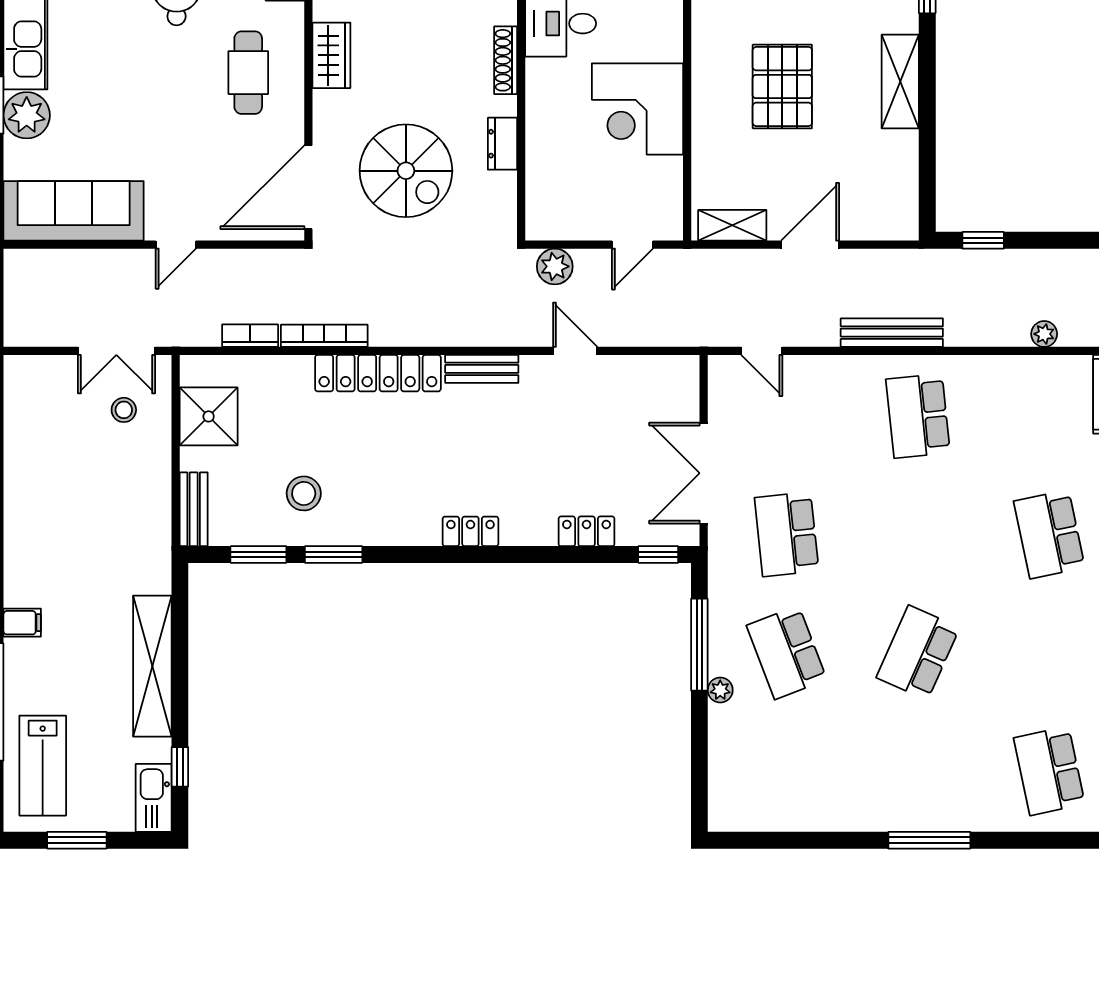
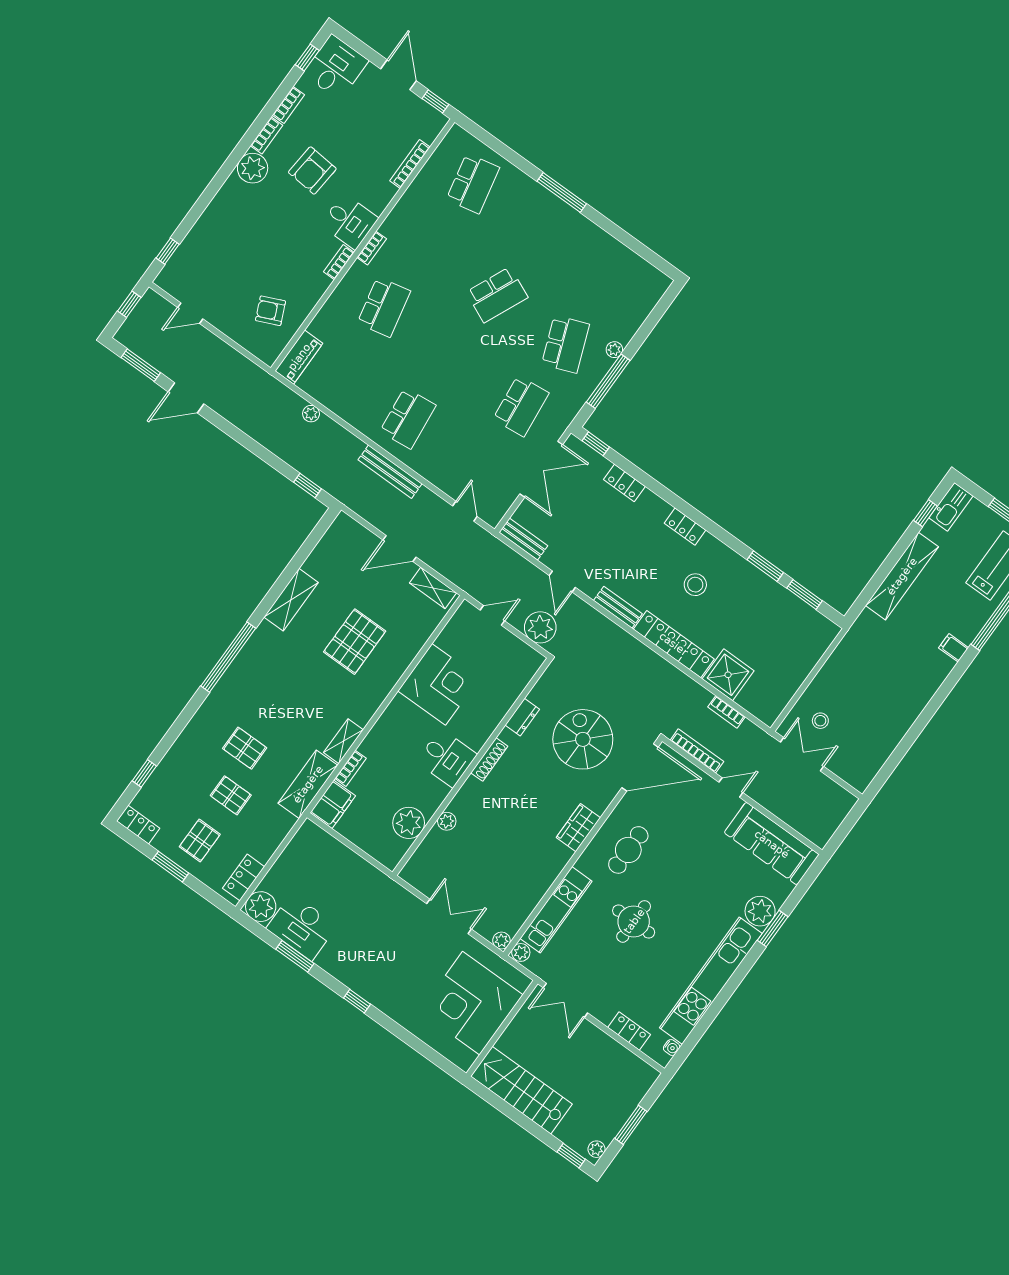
plant: (555, 266) -> (540, 627), width x1.36, depth x1.36
bookcase: (324, 336) -> (697, 751), moved, turned 180
shower: (209, 416) -> (728, 675), moved
stool: (304, 493) -> (695, 585), moved
bench: (194, 509) -> (523, 539), moved, turned 90

